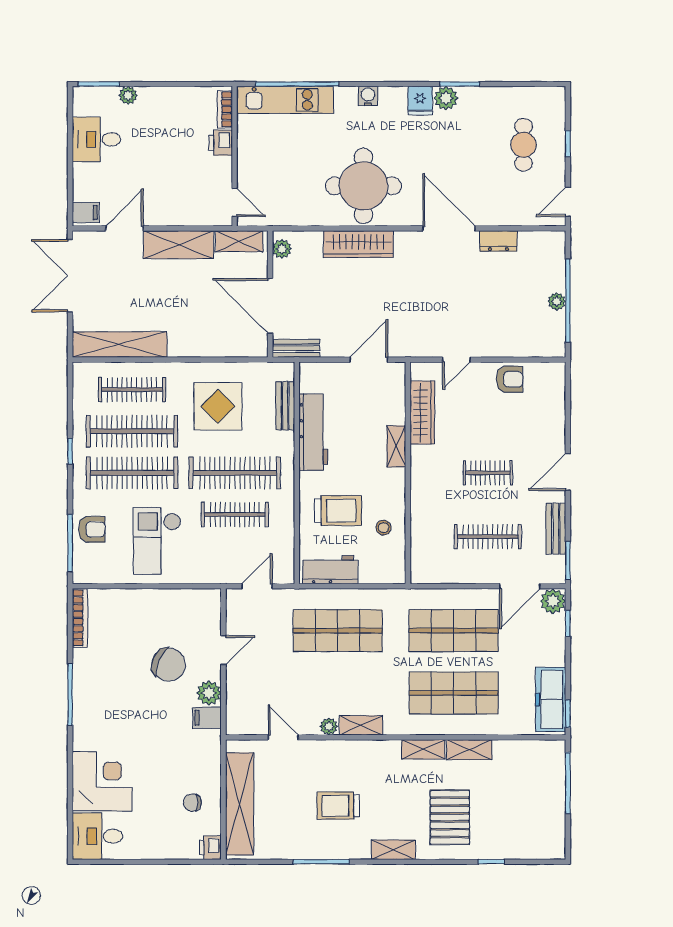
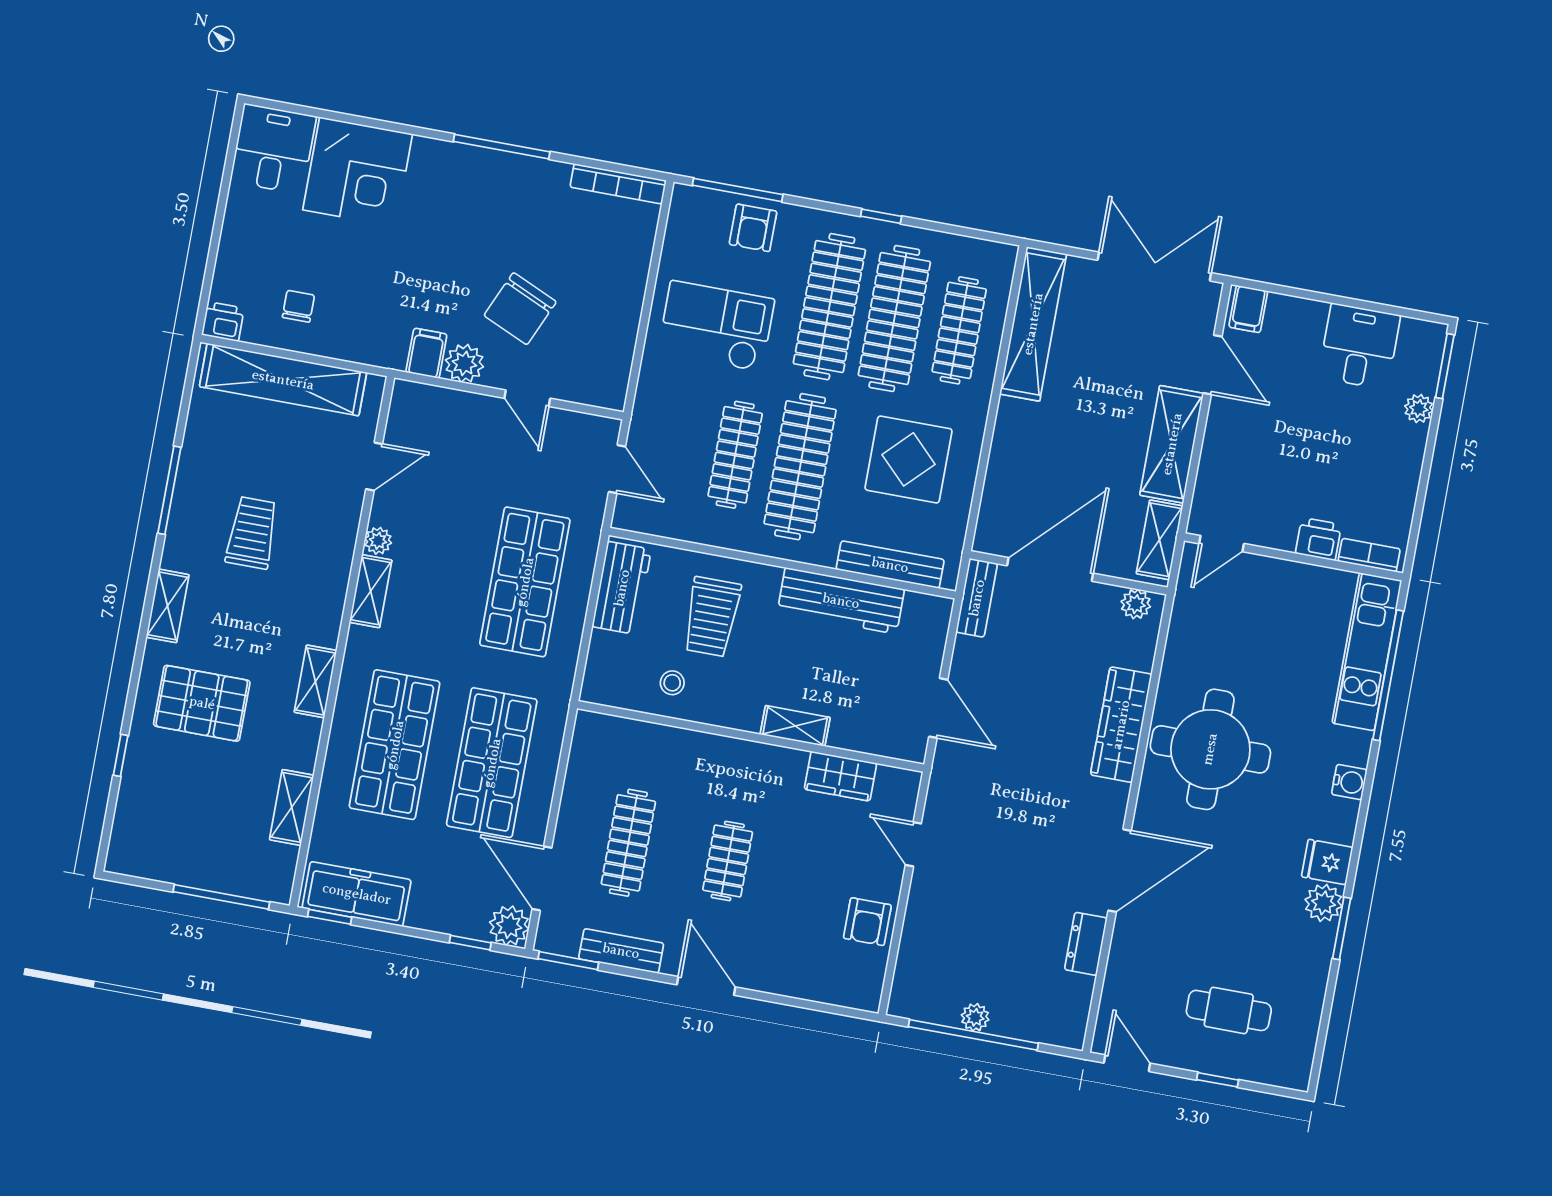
bench: (285, 406) -> (890, 565), width x1.36
wardrobe: (422, 413) -> (840, 776), width x0.67
shelving: (469, 750) -> (292, 807), moved

